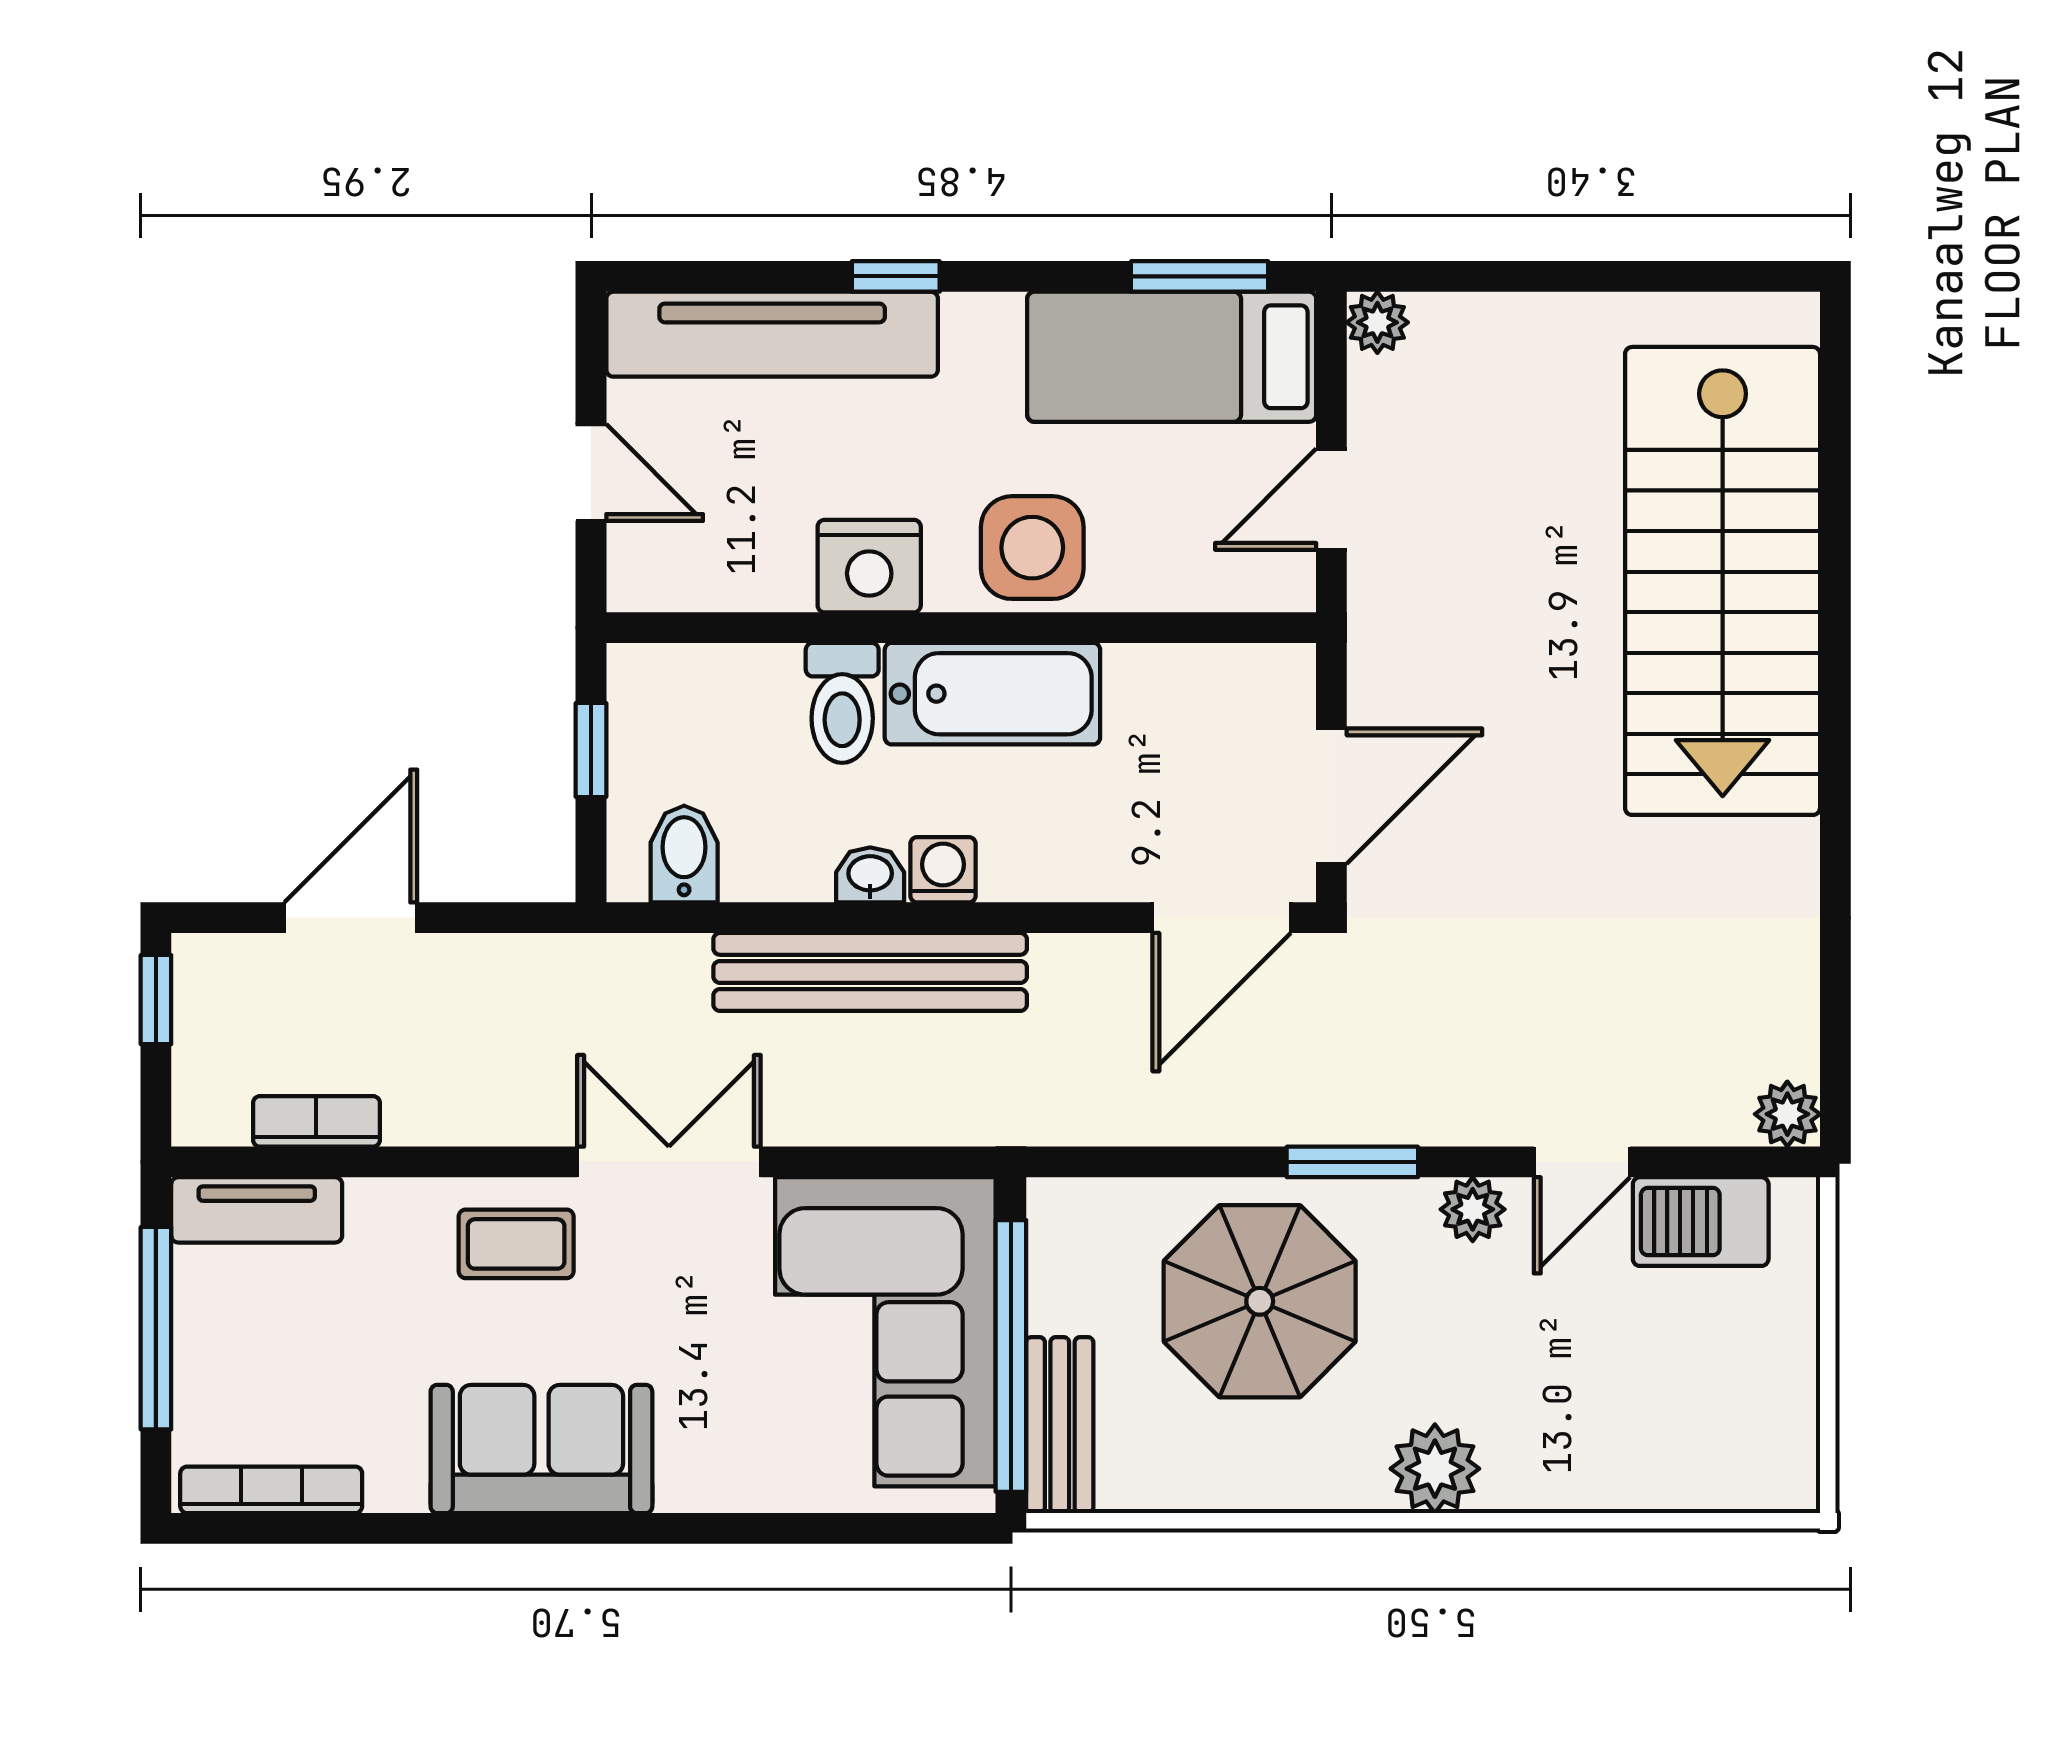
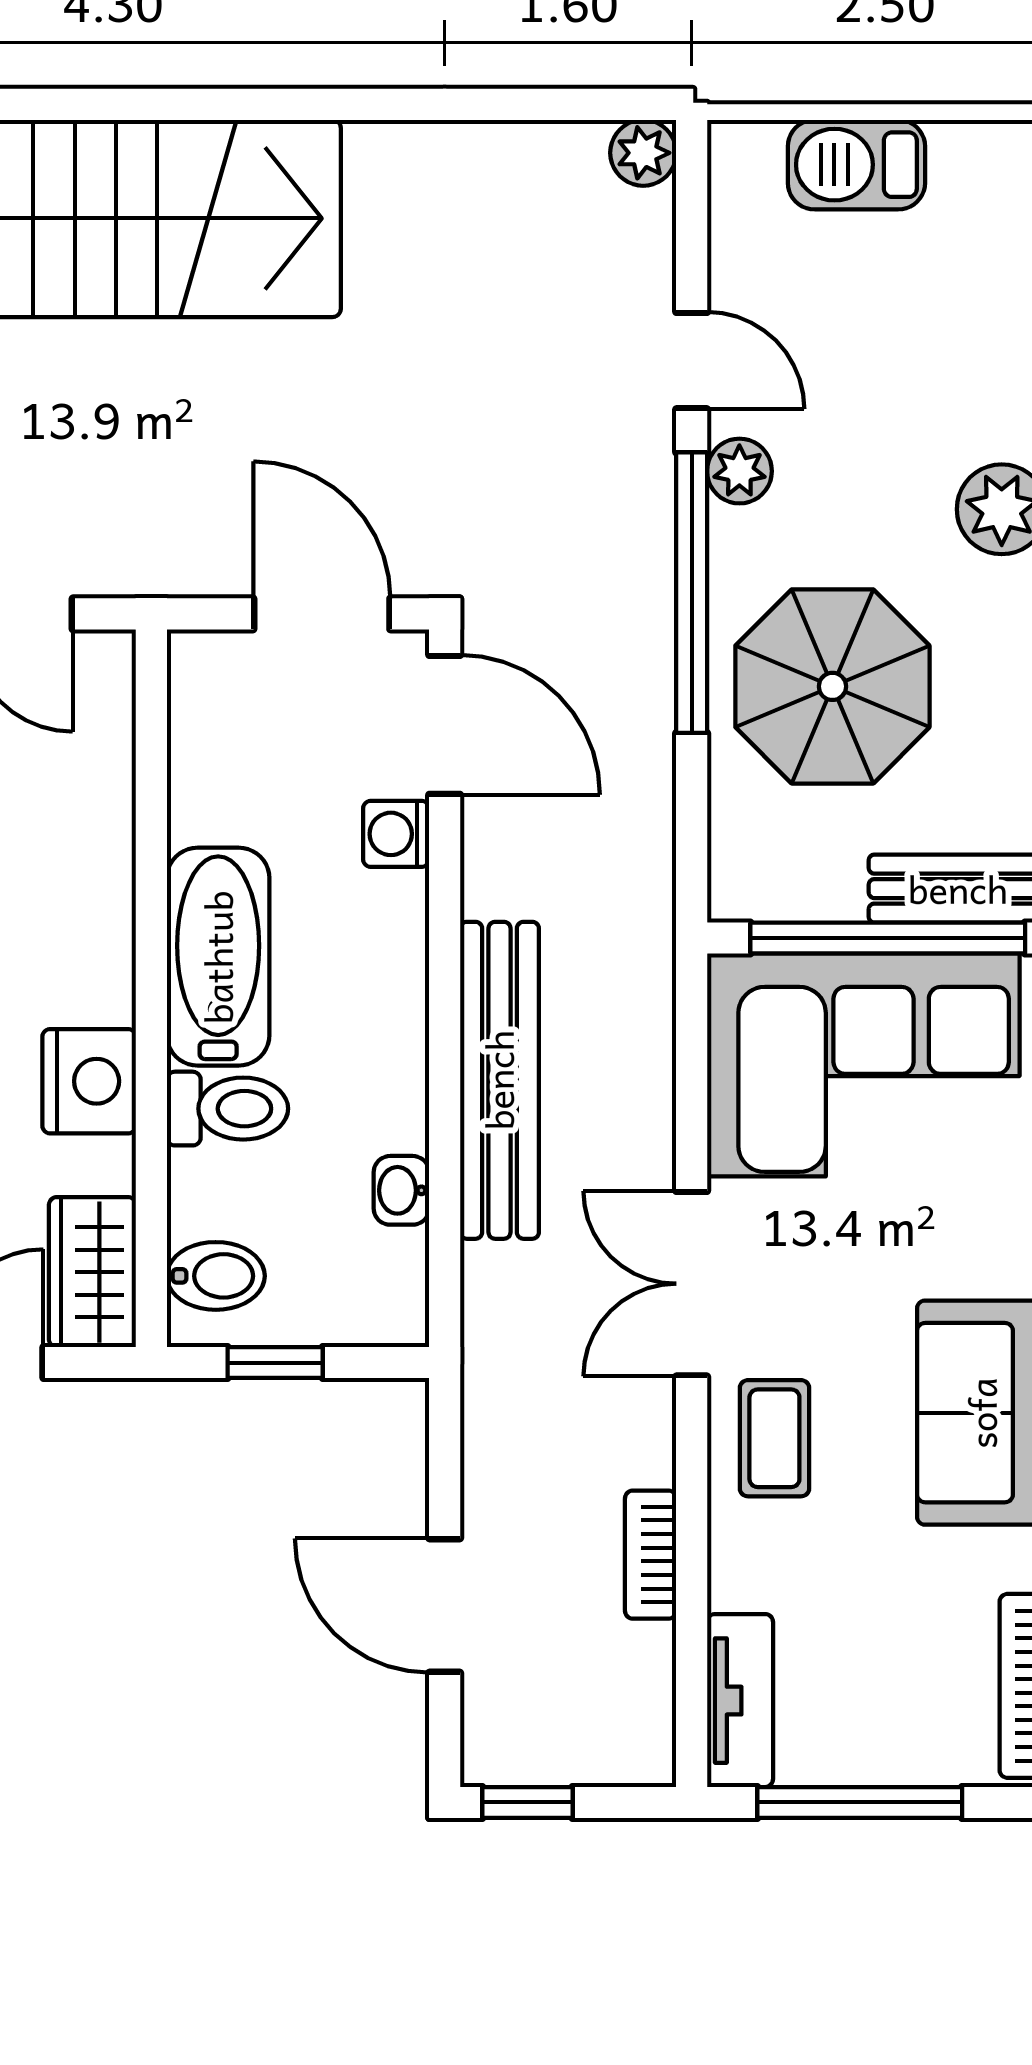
side table: (1032, 548) -> (70, 916), removed
wardrobe: (680, 569) -> (92, 1272), added
bidet: (684, 854) -> (216, 1276), moved, turned 180
washing machine: (943, 870) -> (396, 834), moved
washbasin: (870, 875) -> (401, 1190), moved
bookcase: (316, 1121) -> (651, 1555), moved
window: (1352, 1162) -> (692, 593), width x2.11
barbecue: (1701, 1222) -> (856, 165), moved, turned 90

